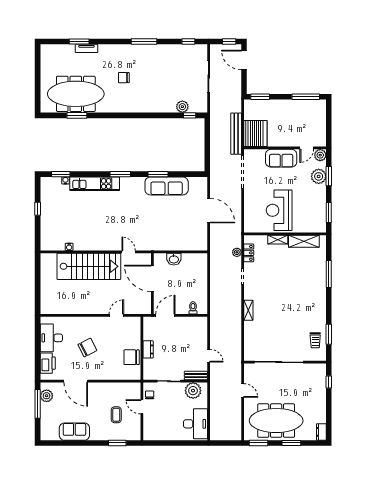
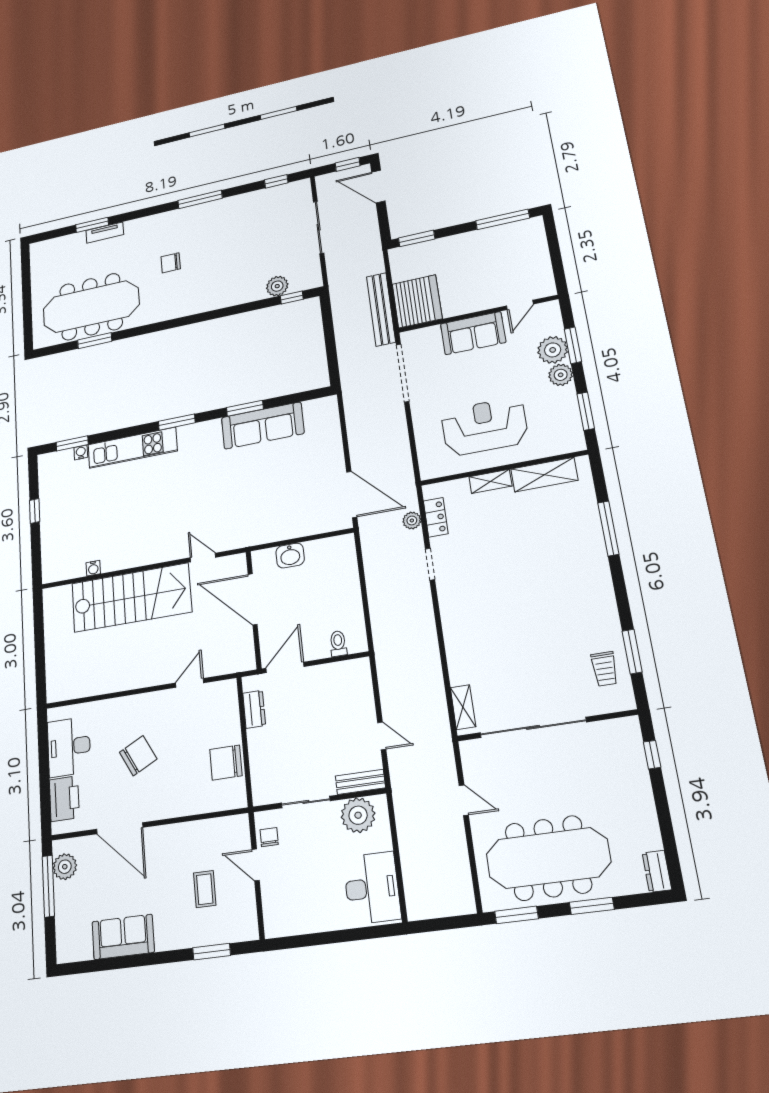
plant: (320, 155) -> (561, 375), moved
reception desk: (279, 210) -> (484, 427), turned 90
door: (209, 211) -> (352, 494), moved
shelving: (248, 310) -> (463, 707), moved
dresser: (148, 349) -> (254, 709), moved

